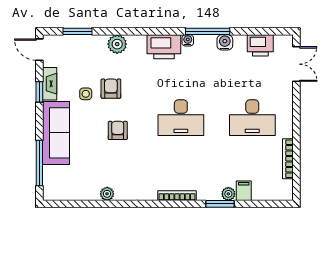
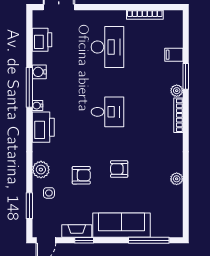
armchair: (111, 89) -> (81, 175), turned 180
side table: (86, 94) -> (49, 193), moved
desk: (181, 118) -> (108, 112), width x0.73
plant: (228, 194) -> (177, 91), moved

